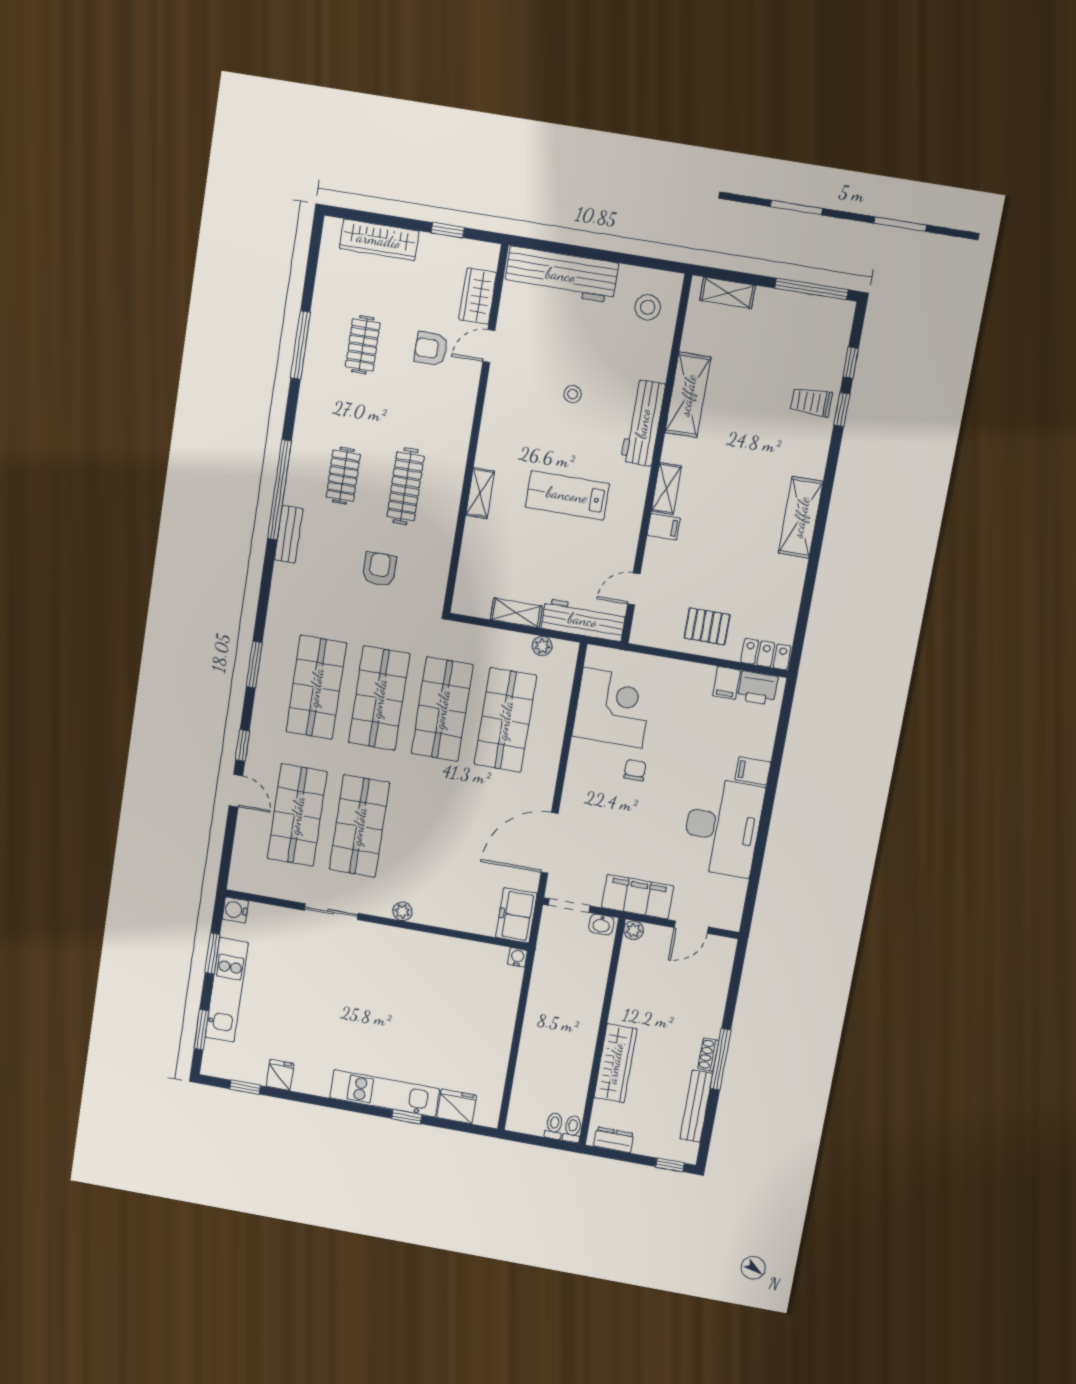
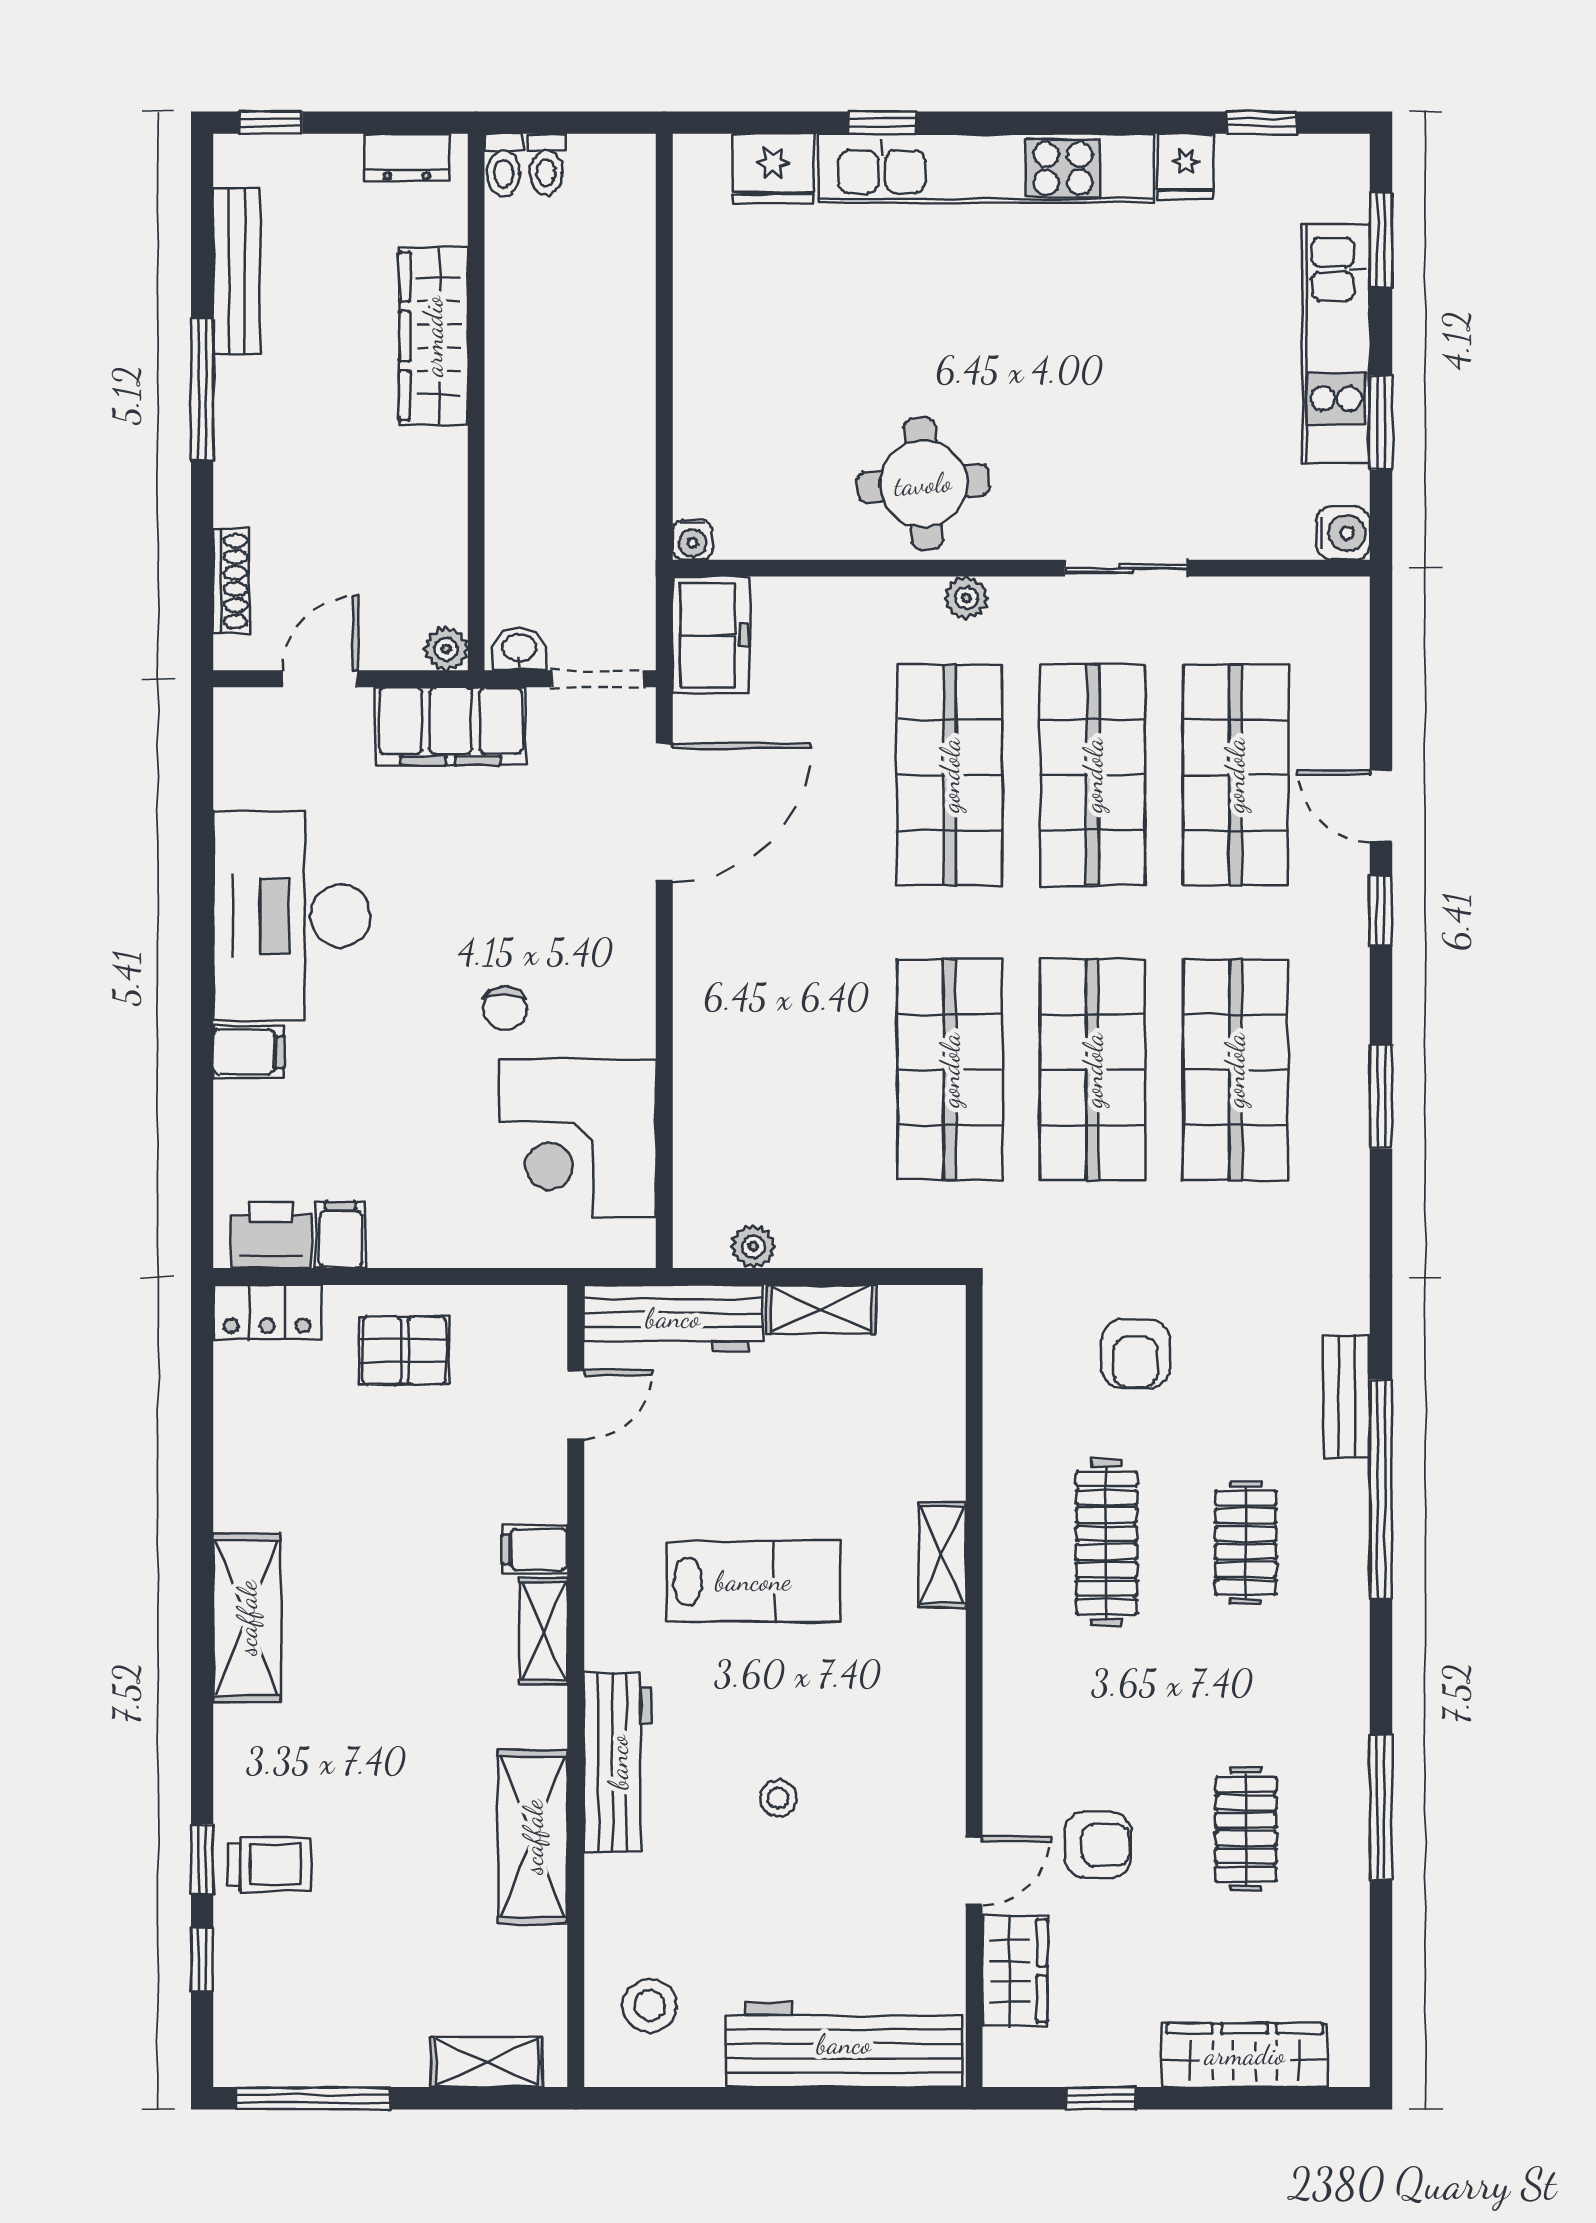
shop shelf: (505, 720) -> (950, 775), moved
round table: (413, 963) -> (923, 484), added
shoe rack: (708, 1054) -> (231, 581), moved, width x1.43
kitchen unit: (385, 1093) -> (986, 168), width x1.36

